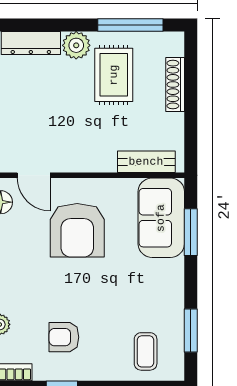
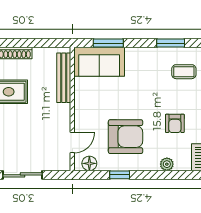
bench: (146, 162) -> (64, 78), width x1.36
armchair: (77, 230) -> (126, 137), moved

